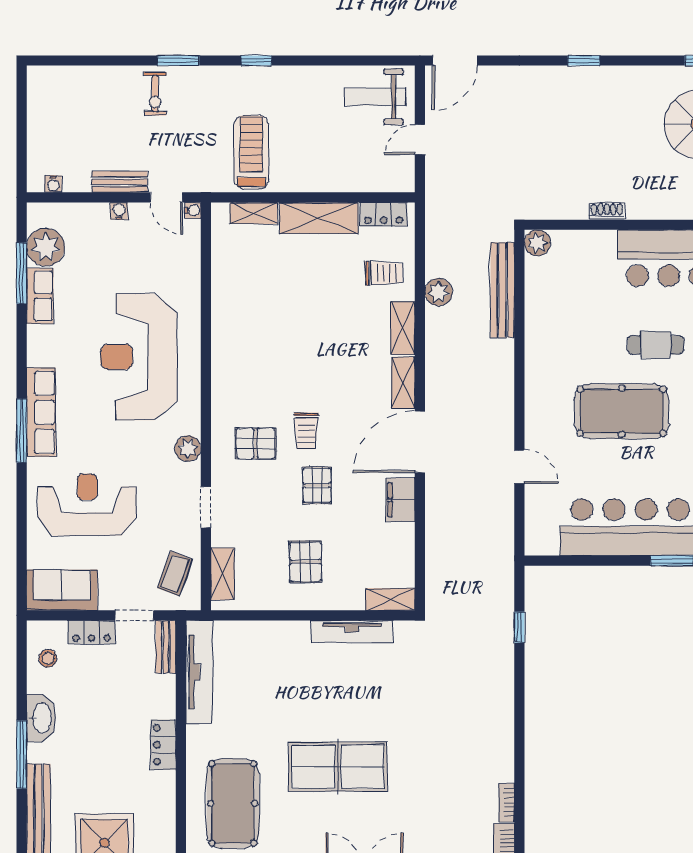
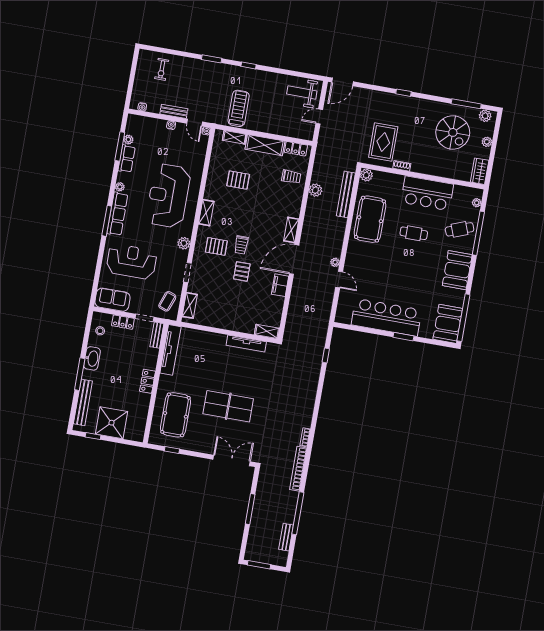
exercise bike: (155, 94) -> (162, 69), moved
rug: (560, 169) -> (383, 142), added
plant: (46, 247) -> (128, 140), width x0.53, depth x0.53
shelving: (403, 328) -> (206, 213), moved
plant: (36, 356) -> (120, 187), added
pool table: (622, 411) -> (370, 219), moved, turned 90
plant: (505, 433) -> (335, 262), added
pallet: (306, 562) -> (238, 180), moved, turned 90

